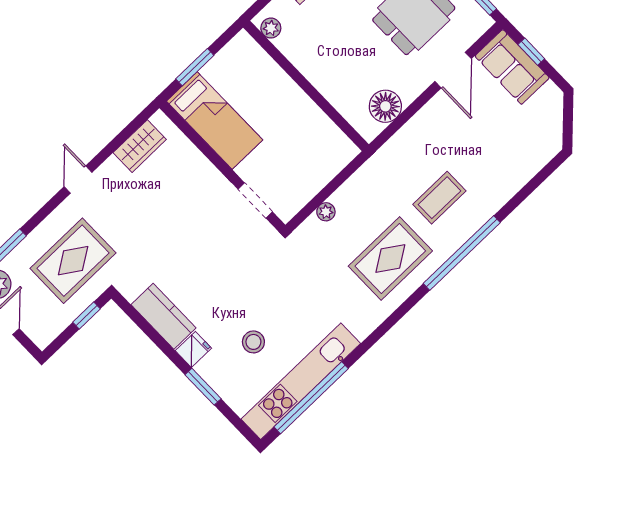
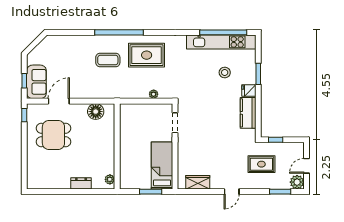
rug: (73, 261) -> (261, 164), width x0.73, depth x0.70

